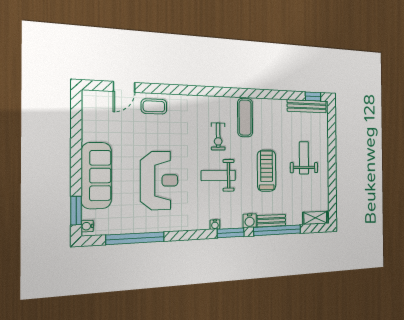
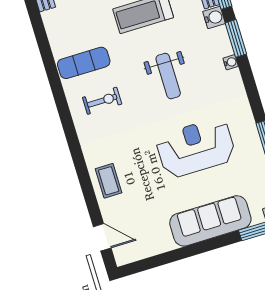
door: (124, 87) -> (102, 237), moved
exercise bike: (218, 137) -> (102, 101), moved

